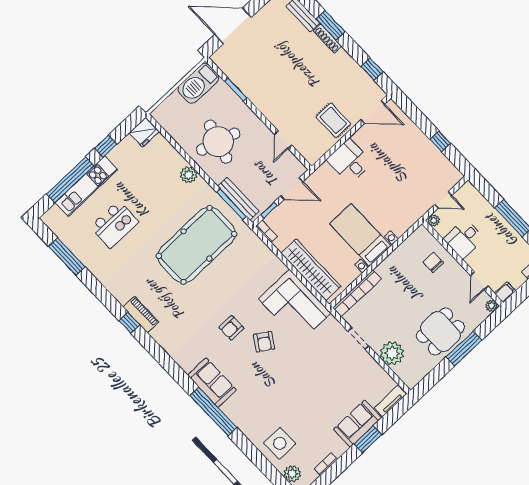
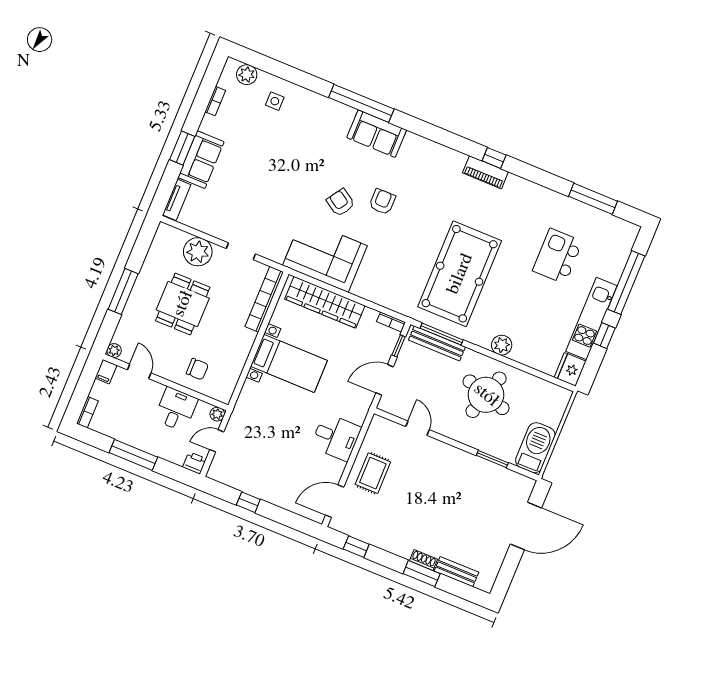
shoe rack: (328, 39) -> (423, 560), width x0.70
rug: (333, 120) -> (373, 473), turned 90
kitchen unit: (86, 186) -> (591, 318), moved
printer: (468, 190) -> (194, 463), added
dining table: (440, 332) -> (183, 304), moved
side table: (280, 443) -> (275, 101), width x0.54, depth x0.54

